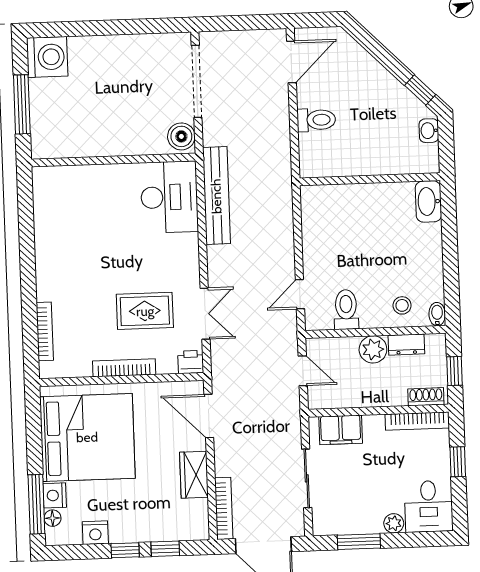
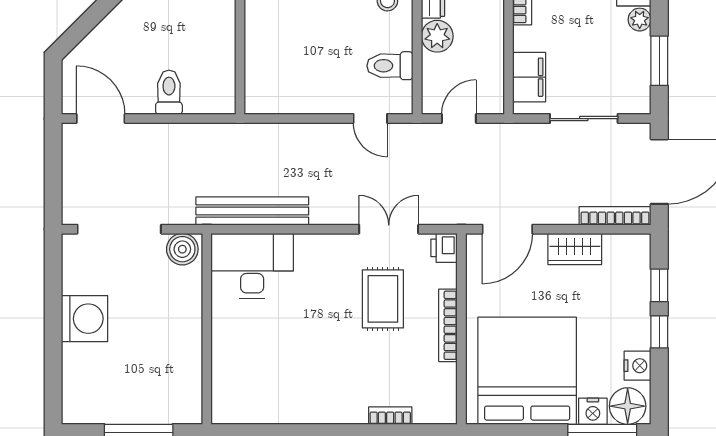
washing machine: (47, 57) -> (85, 319), moved, turned 90
bookcase: (45, 331) -> (390, 416), width x0.64
floor lamp: (53, 518) -> (628, 406), width x1.89, depth x1.89

